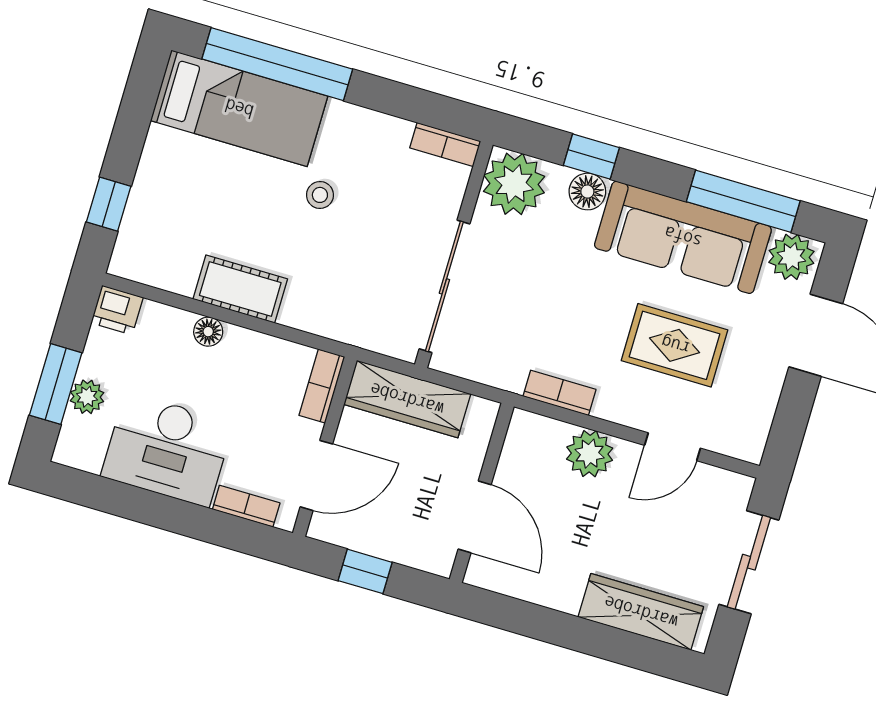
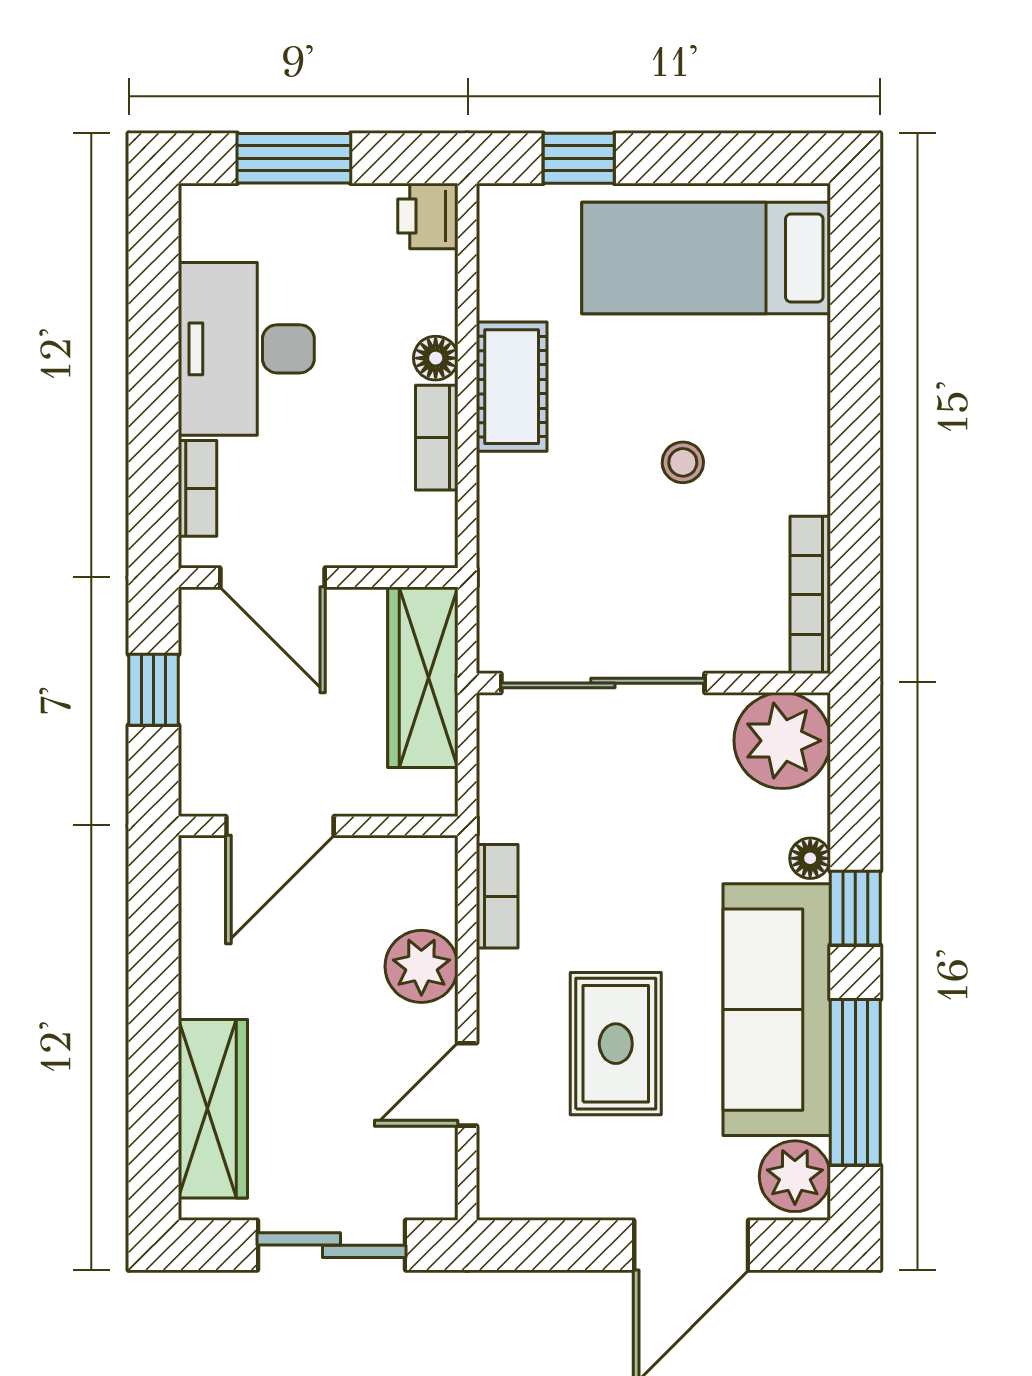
window: (277, 64) -> (855, 344), removed
bed: (239, 108) -> (706, 258), moved, turned 90
bookcase: (445, 144) -> (810, 595), width x1.56
window: (591, 157) -> (855, 908), moved
floor lamp: (587, 192) -> (810, 858), width x0.73, depth x0.73
bookcase: (322, 386) -> (437, 438), moved, turned -90
plant: (87, 397) -> (289, 209), removed
door: (673, 447) -> (467, 1084), hinge flipped

